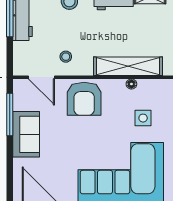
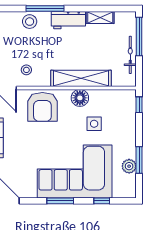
floor lamp: (131, 84) -> (80, 98), width x1.89, depth x1.89

